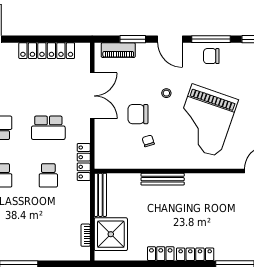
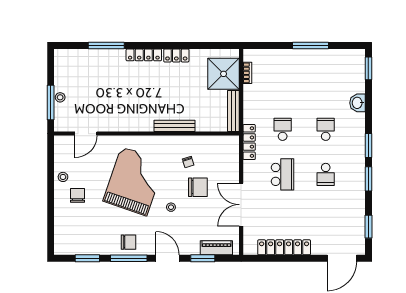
school desk: (48, 128) -> (283, 174), turned 90

